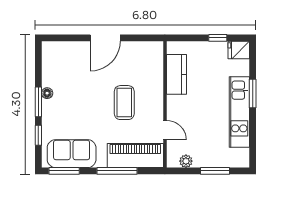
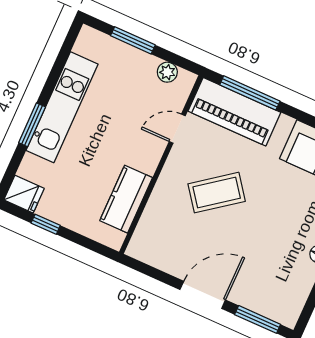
window: (66, 38) -> (258, 319), added
coffee table: (124, 103) -> (217, 193), turned 53
door: (165, 130) -> (177, 129), hinge flipped
window: (117, 171) -> (250, 93), moved

